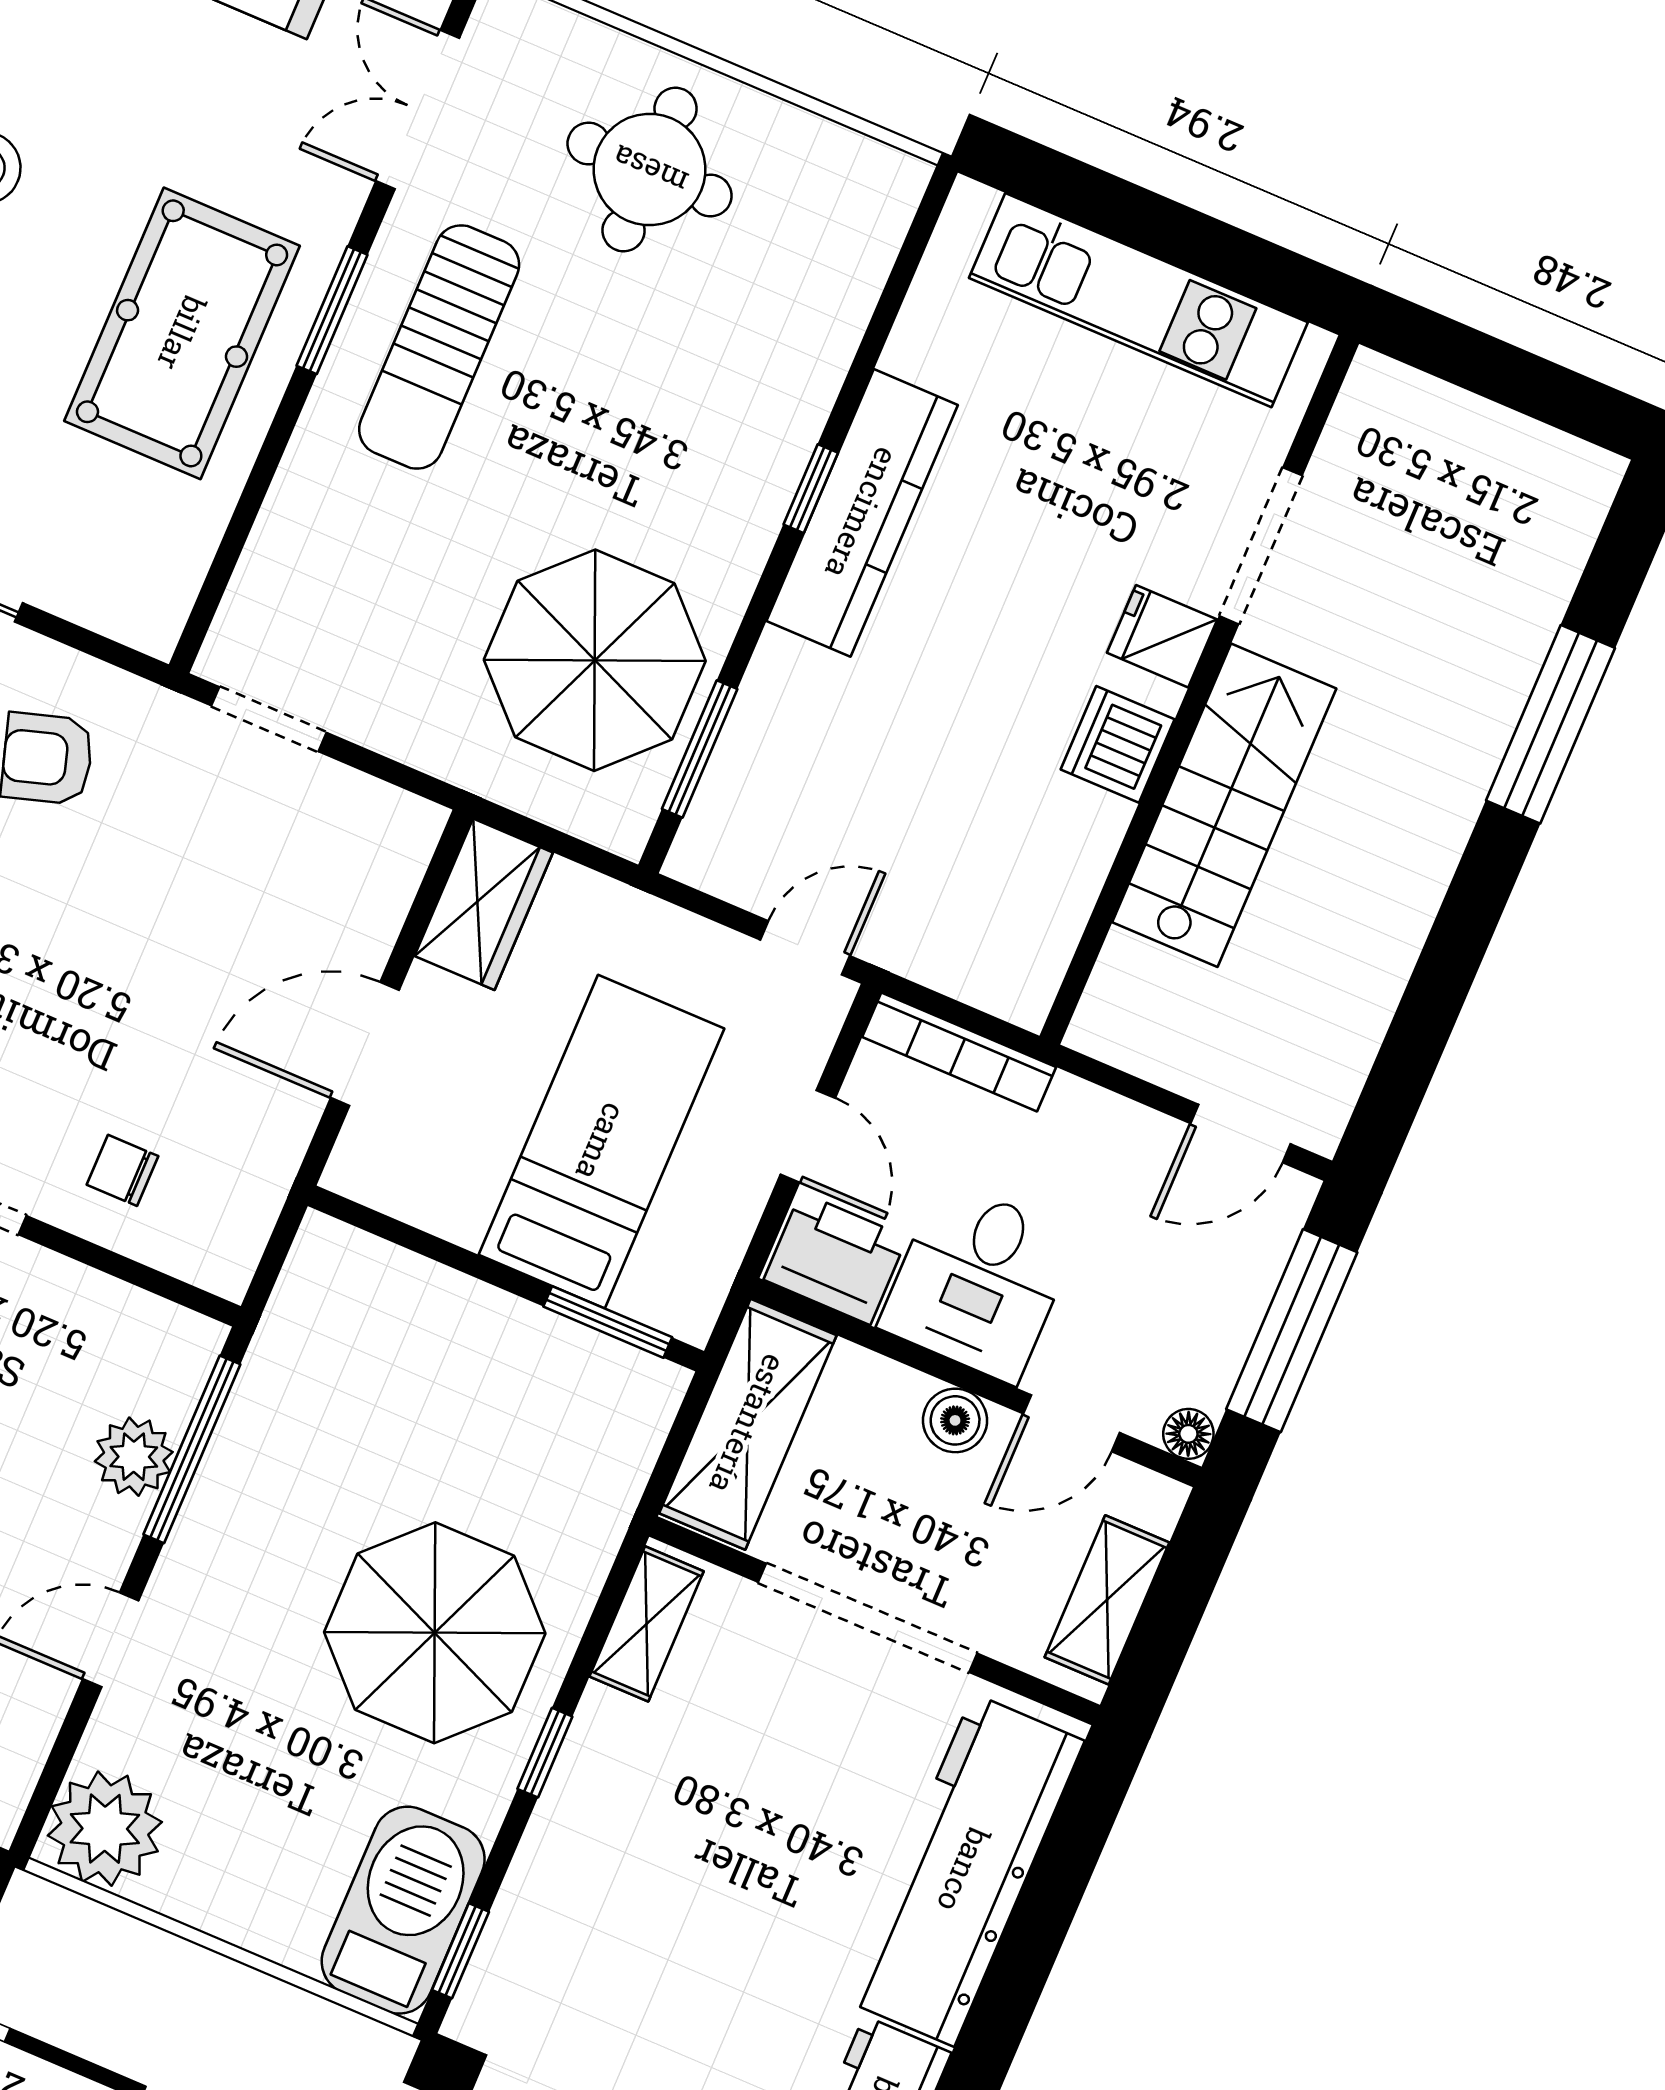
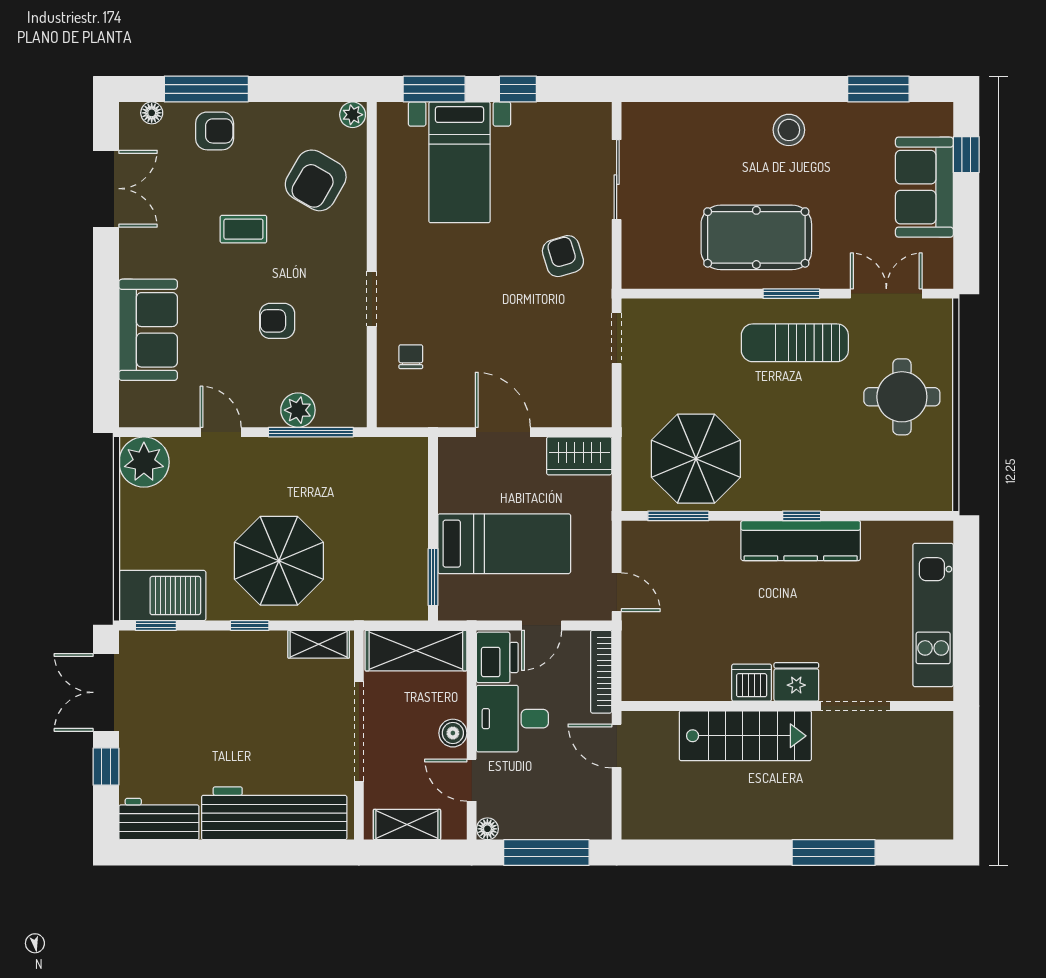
fridge: (1162, 636) -> (796, 682), width x1.38
door: (1240, 1134) -> (617, 746), moved

